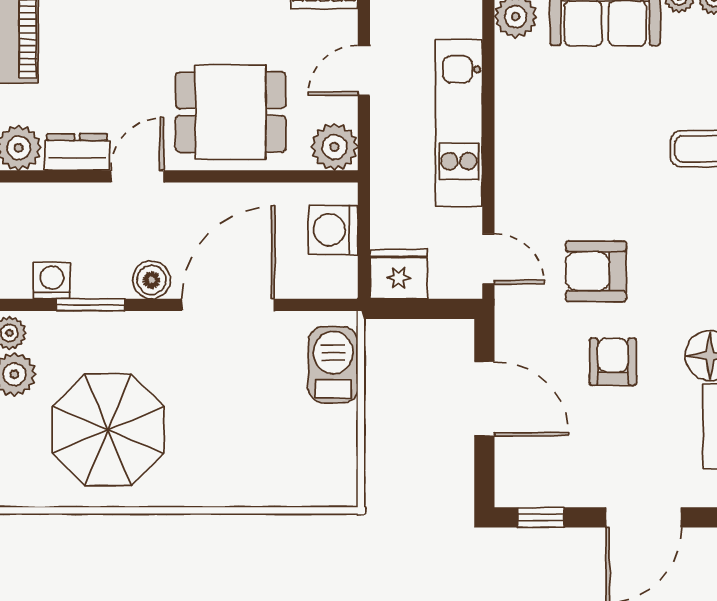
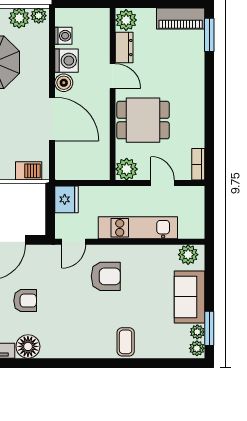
dining table: (231, 112) -> (143, 120), turned 90
washing machine: (333, 230) -> (67, 61), moved, turned 90
armchair: (596, 271) -> (106, 276), moved, turned 90
window: (91, 305) -> (52, 54), removed
barbecue: (333, 365) -> (29, 171), width x0.73, depth x0.79

